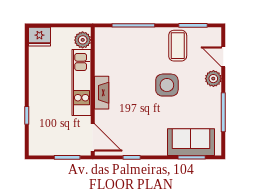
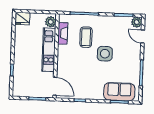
coffee table: (178, 46) -> (86, 37), moved
plant: (213, 79) -> (137, 22), moved
fireplace: (102, 93) -> (63, 33), moved

